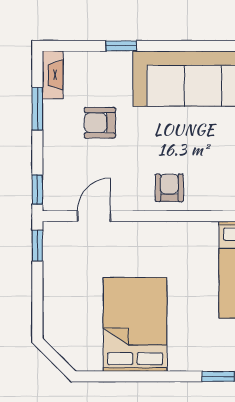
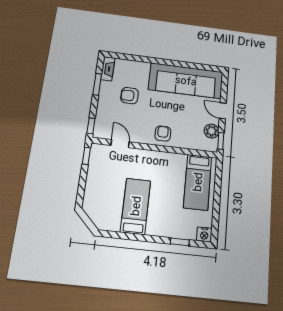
window: (121, 46) -> (145, 59), removed
door: (94, 216) -> (120, 144), hinge flipped
bed: (135, 324) -> (136, 206), width x0.67

